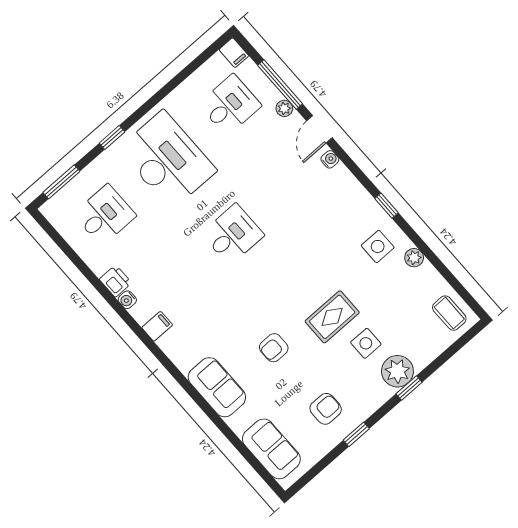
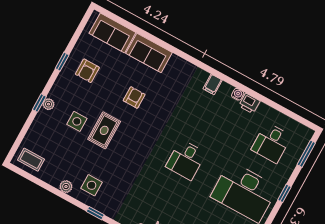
plant: (397, 371) -> (48, 104), width x0.53, depth x0.53
sofa: (217, 387) -> (149, 53), moved

